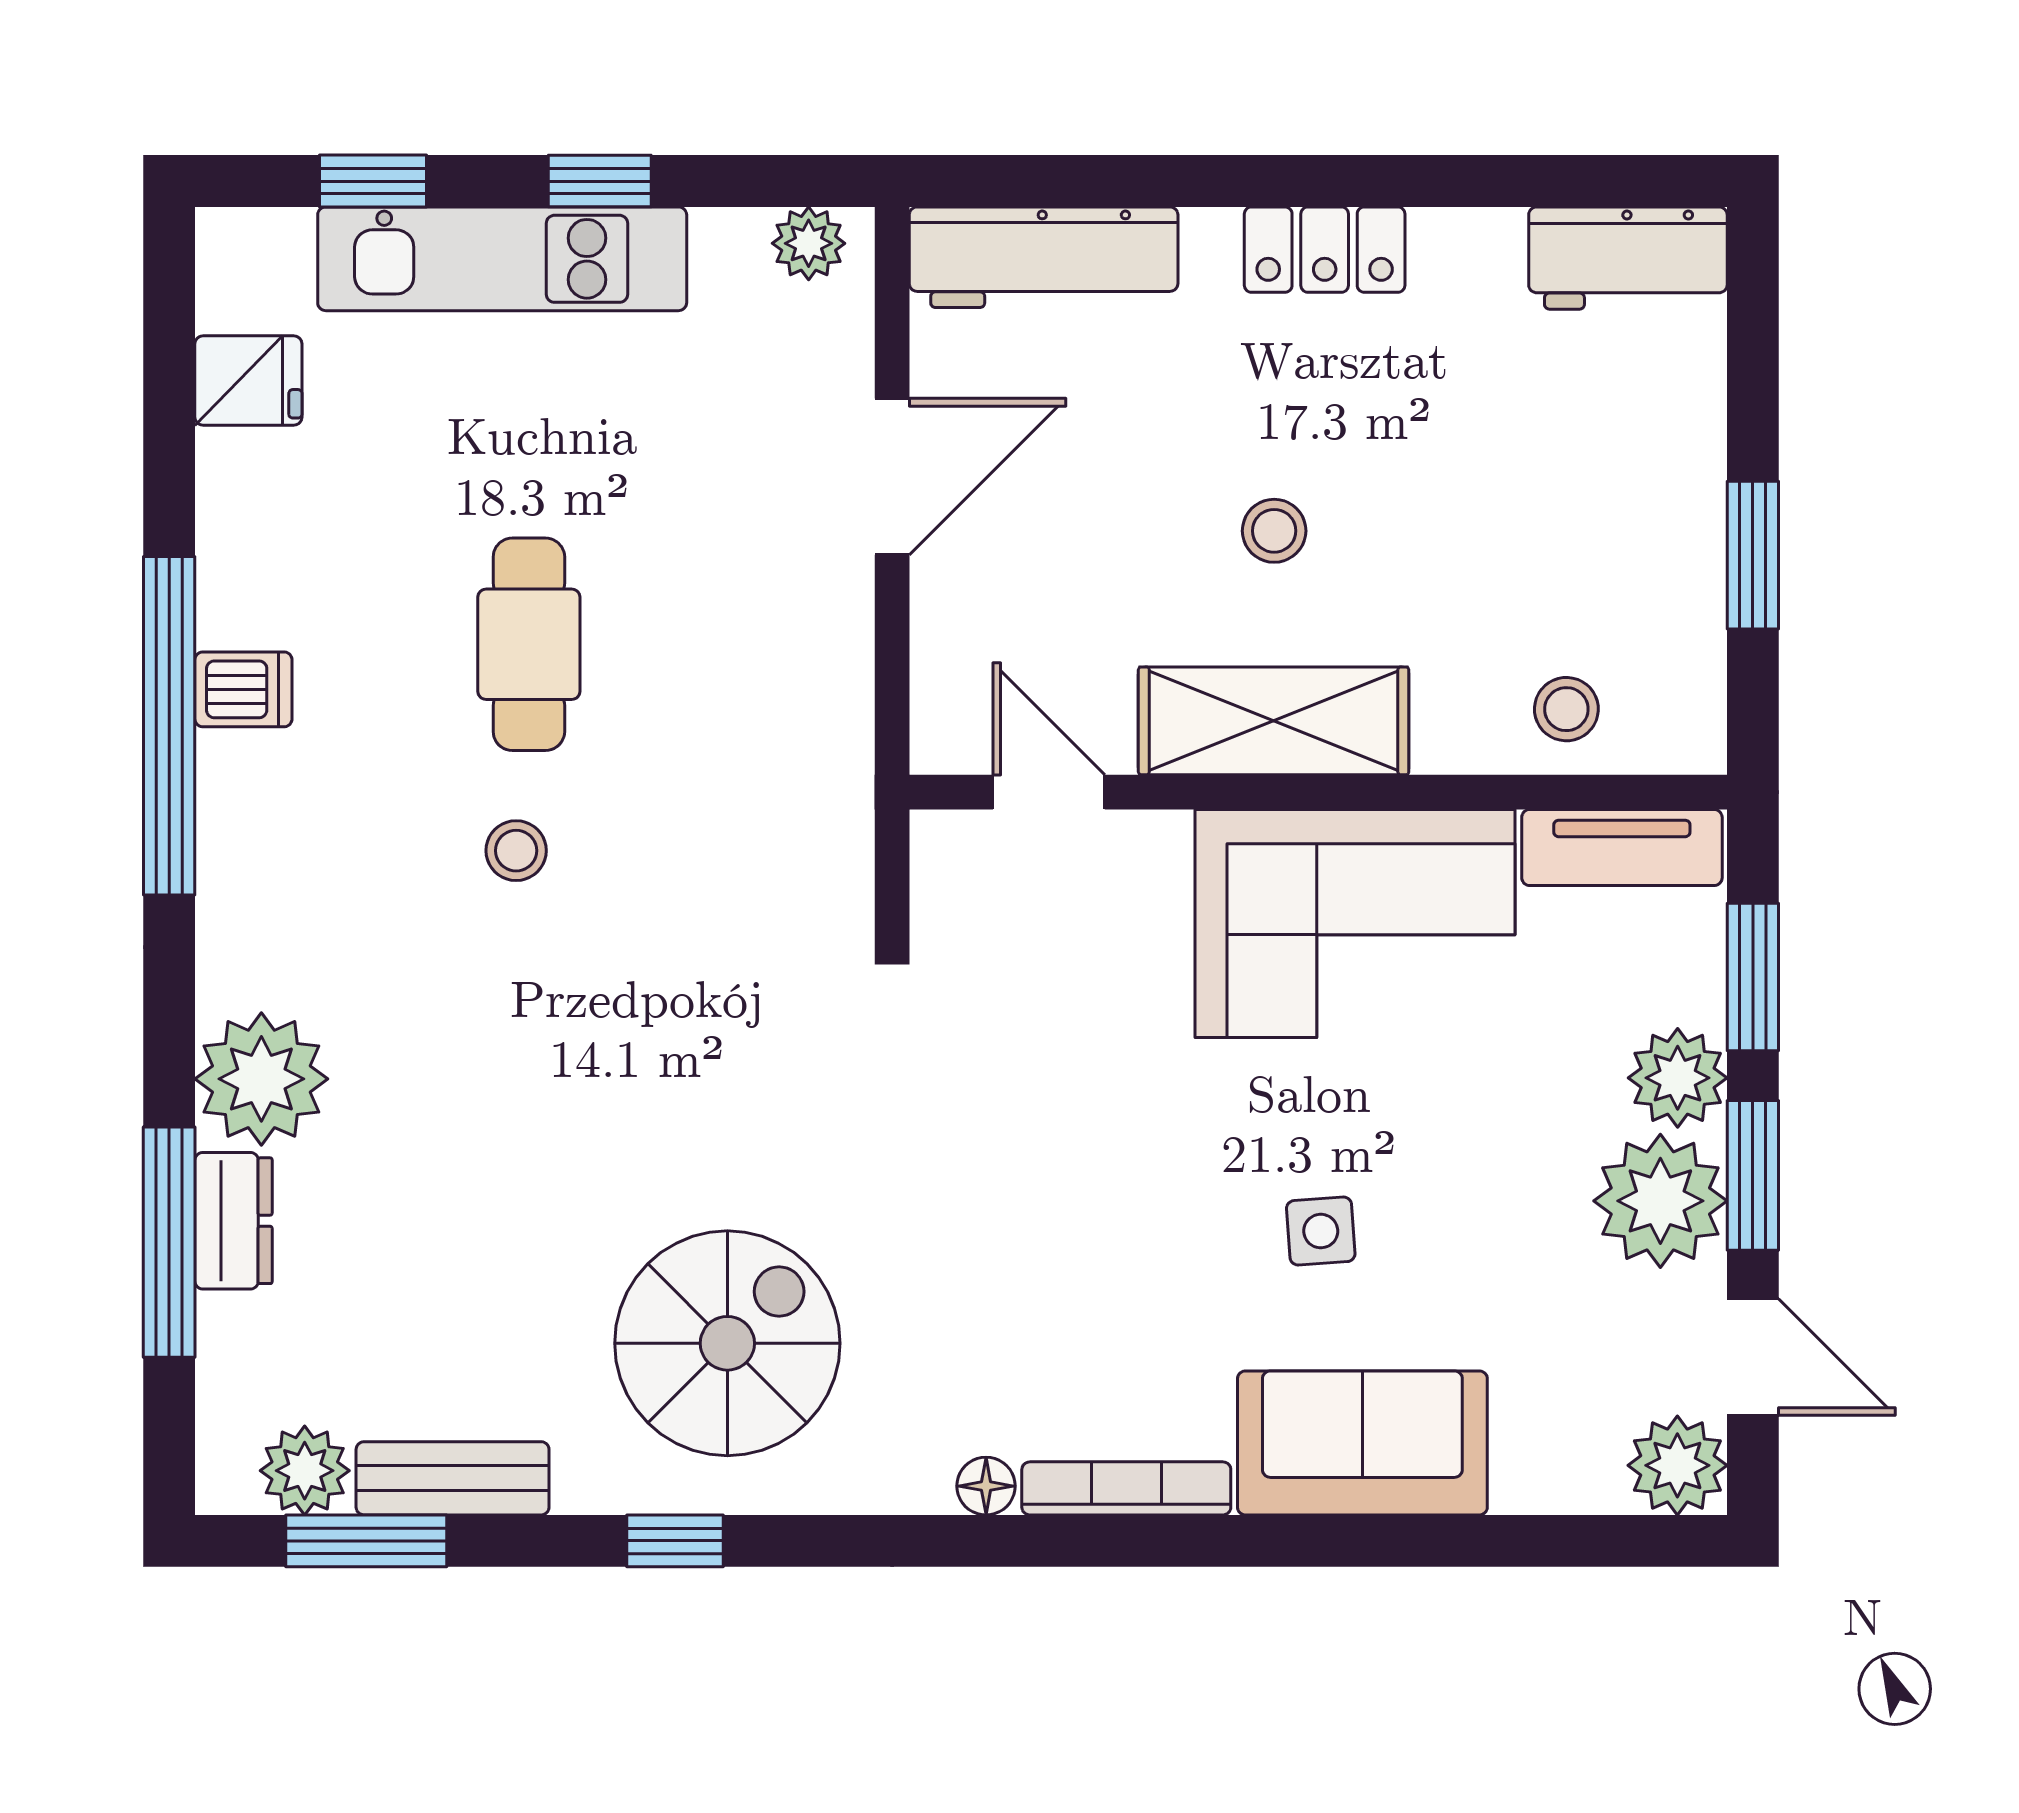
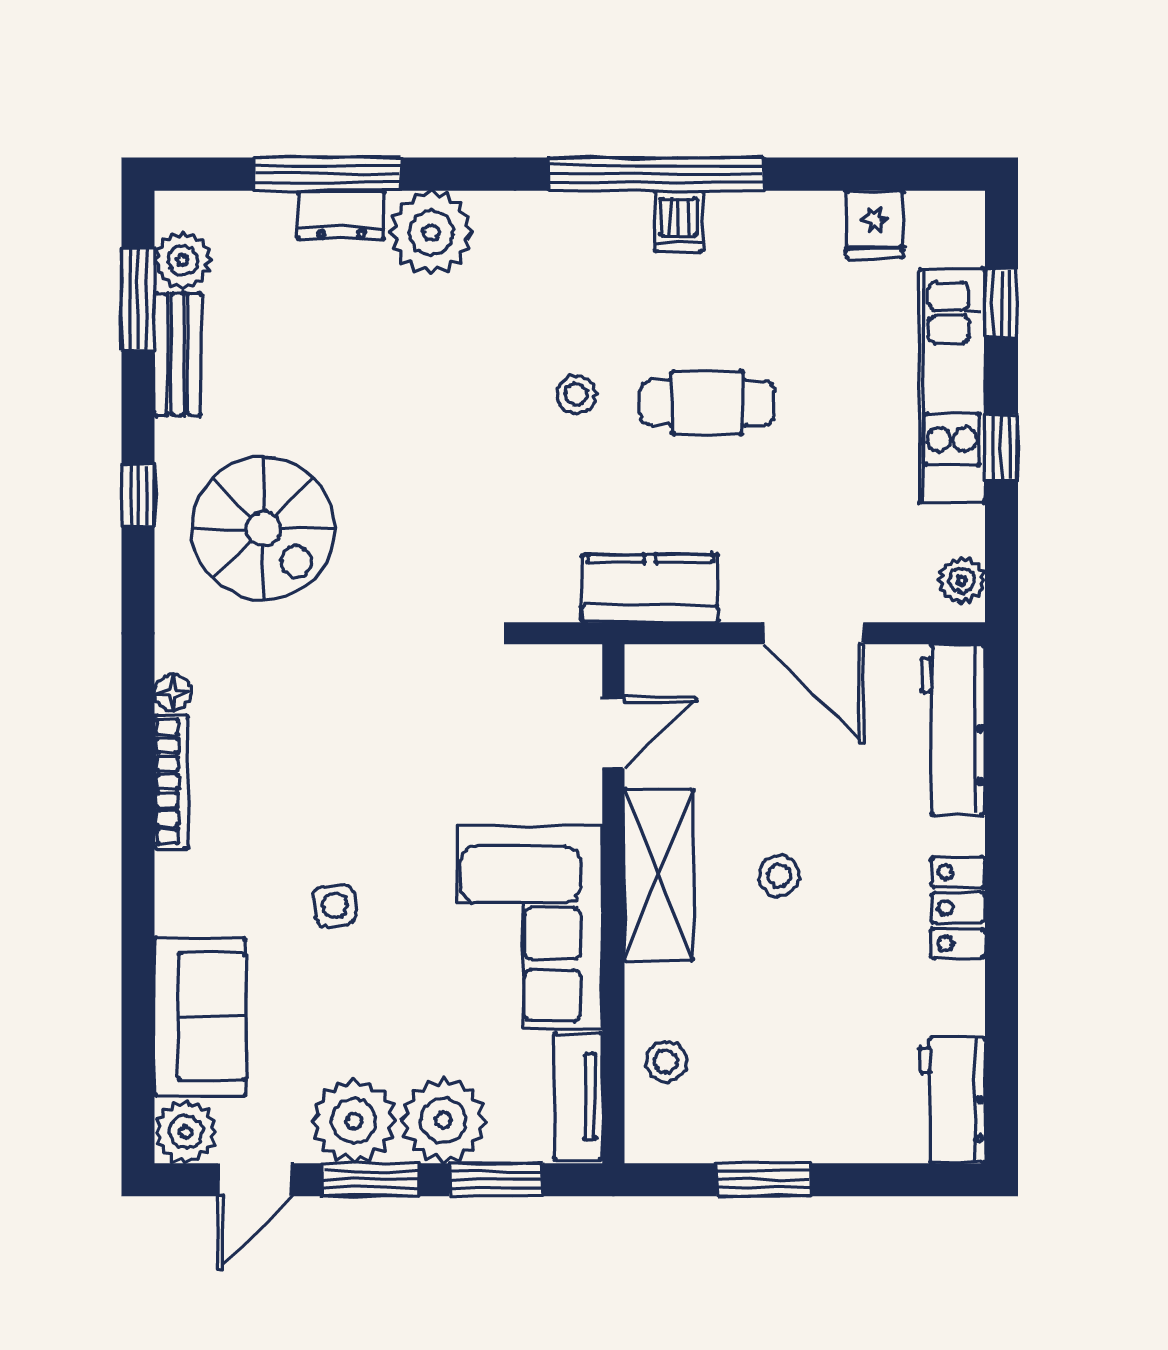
kitchen counter: (821, 735) -> (650, 588), added
plant: (1678, 1078) -> (443, 1120), width x1.36, depth x1.36
sofa: (1362, 1443) -> (200, 1017), moved

